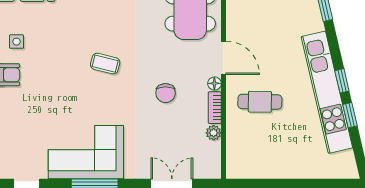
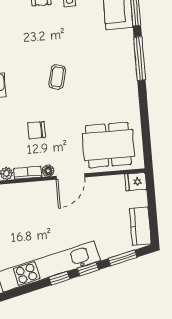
cafe table: (260, 102) -> (36, 210), removed
window: (350, 115) -> (88, 269), moved

